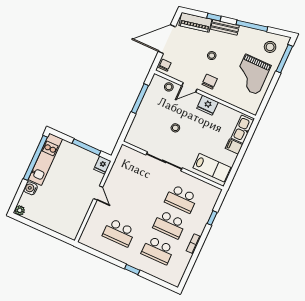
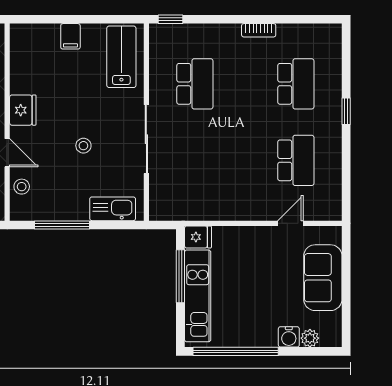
kitchen sink: (242, 129) -> (113, 209), moved, turned 180
kitchen unit: (45, 159) -> (198, 296), moved, turned 90
door: (98, 193) -> (290, 223), moved
plant: (20, 210) -> (310, 338), moved
window: (212, 218) -> (171, 19), moved
sofa: (53, 219) -> (323, 278), added
school desk: (169, 225) -> (245, 84), removed

